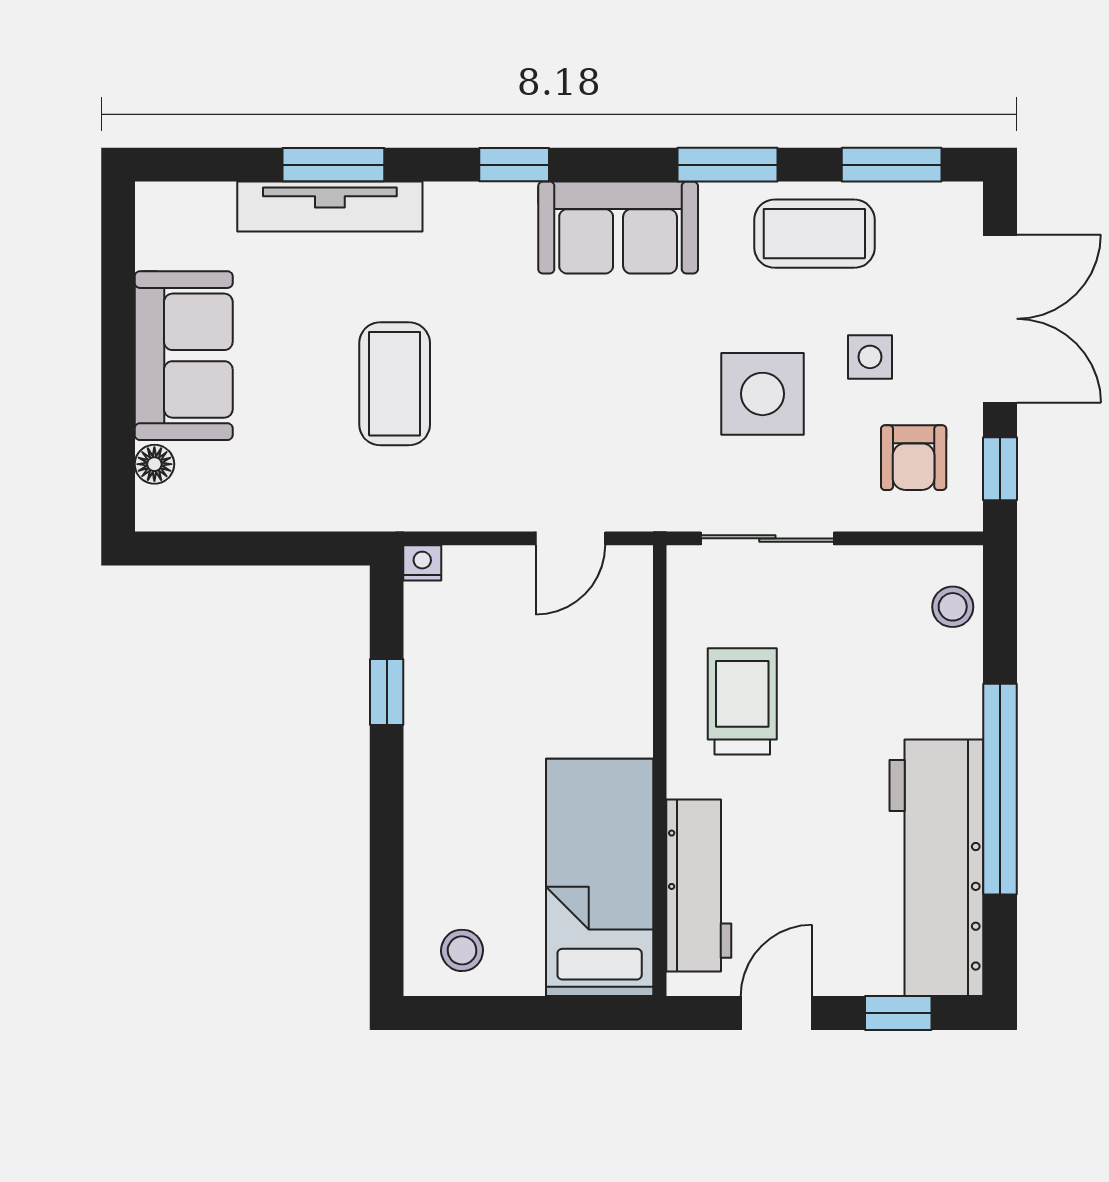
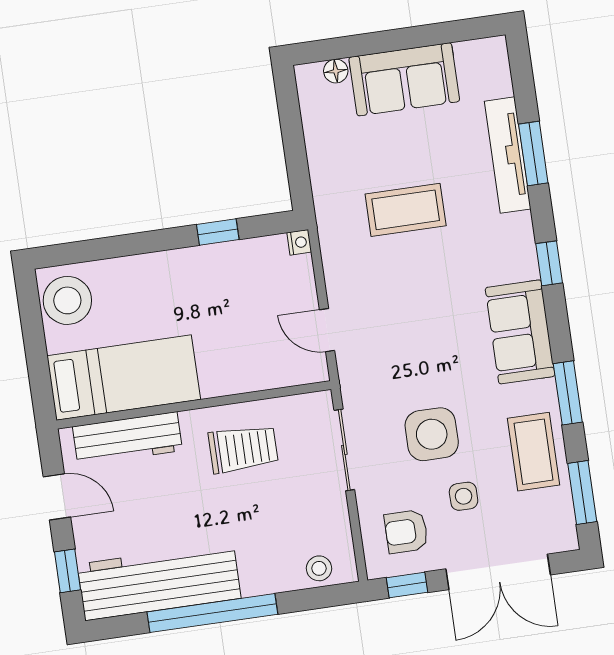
stool: (462, 950) -> (67, 300), width x1.89, depth x1.89

